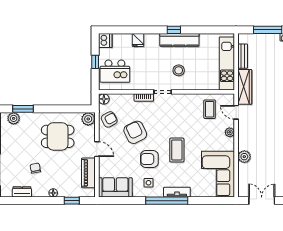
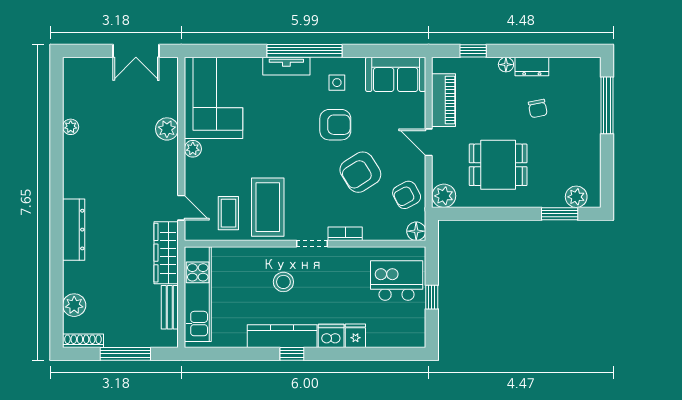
dishwasher: (105, 40) -> (331, 336), moved, turned 90
armchair: (135, 132) -> (360, 172), turned 84
plant: (230, 132) -> (193, 149), moved
coffee table: (177, 150) -> (268, 207), moved, width x1.36, depth x1.32
dresser: (22, 192) -> (532, 66), moved

